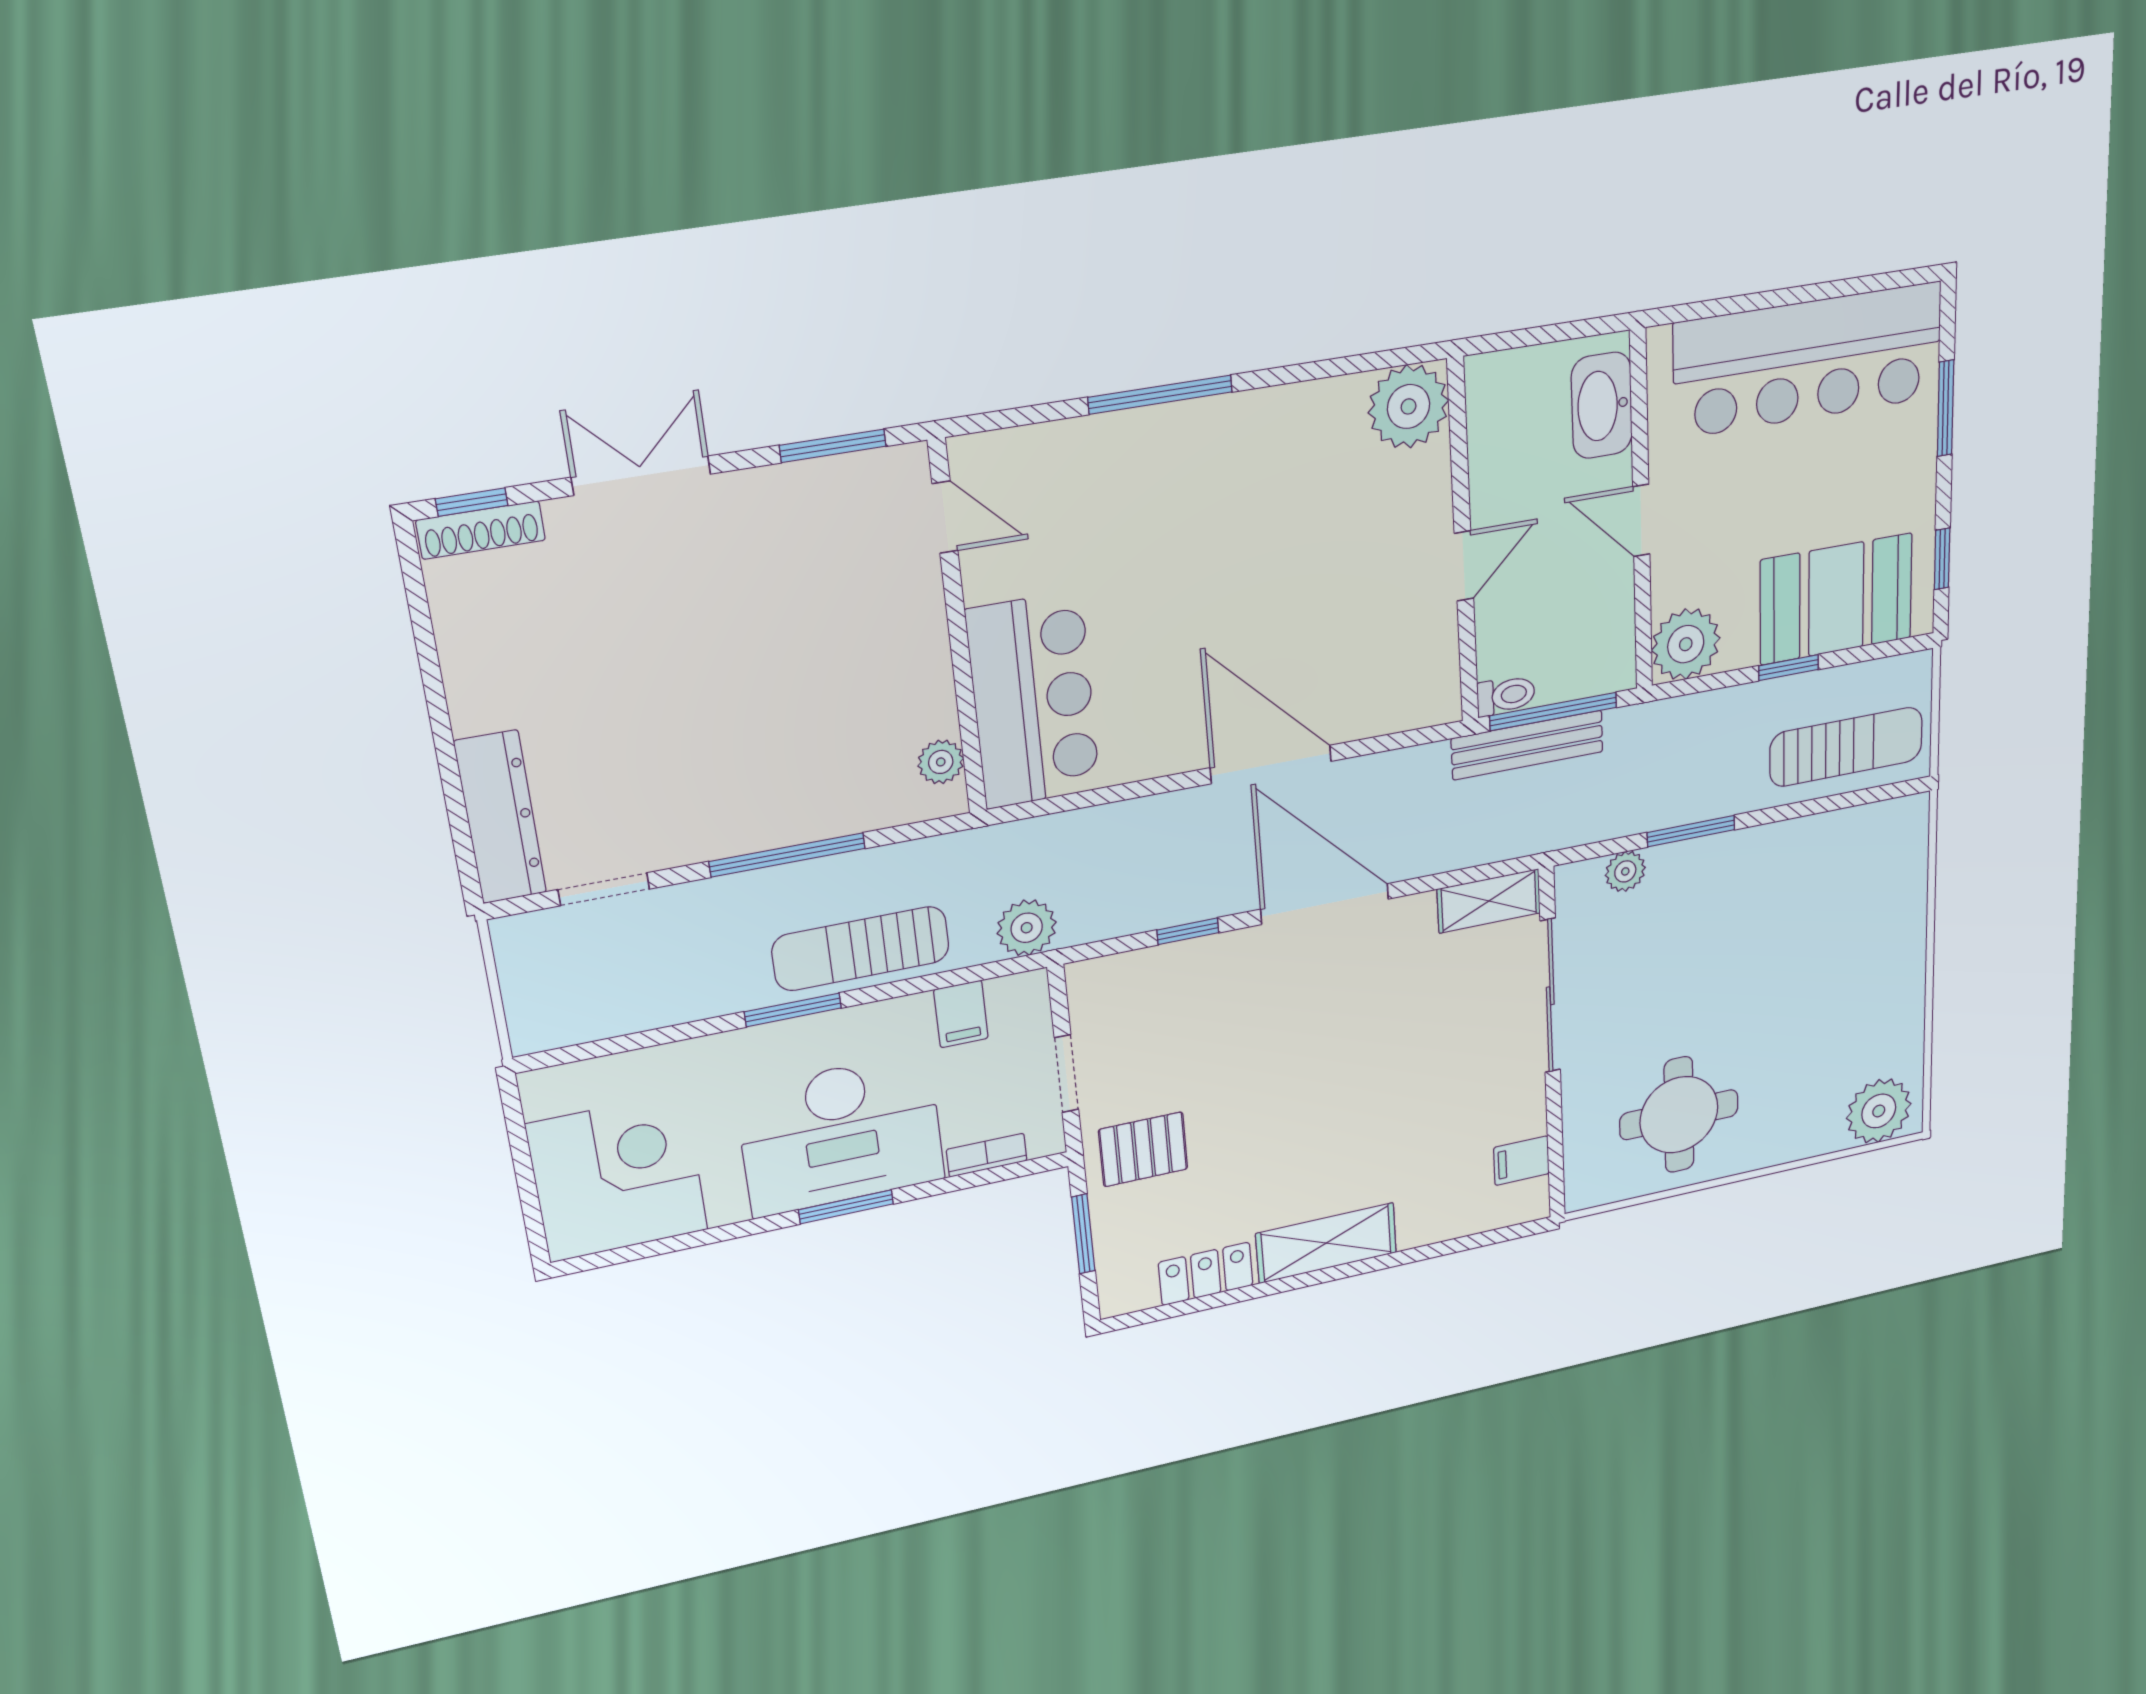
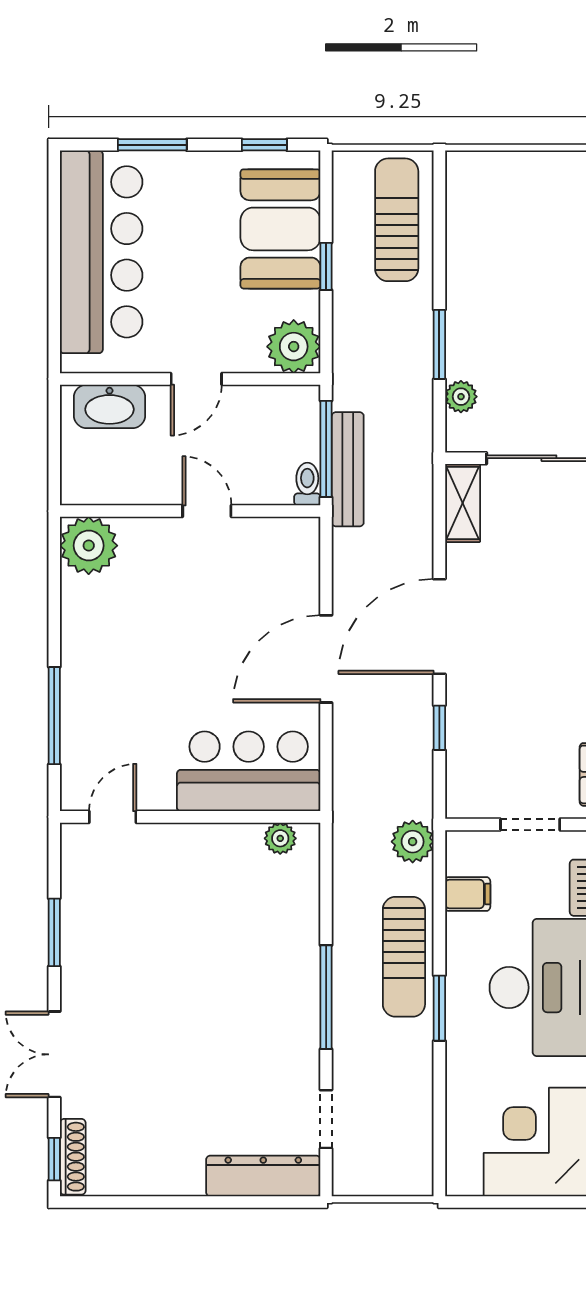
door: (945, 517) -> (113, 817), moved
wall: (958, 630) -> (190, 817), moved
bar counter: (1033, 700) -> (249, 771), moved
plant: (941, 762) -> (280, 838), moved

